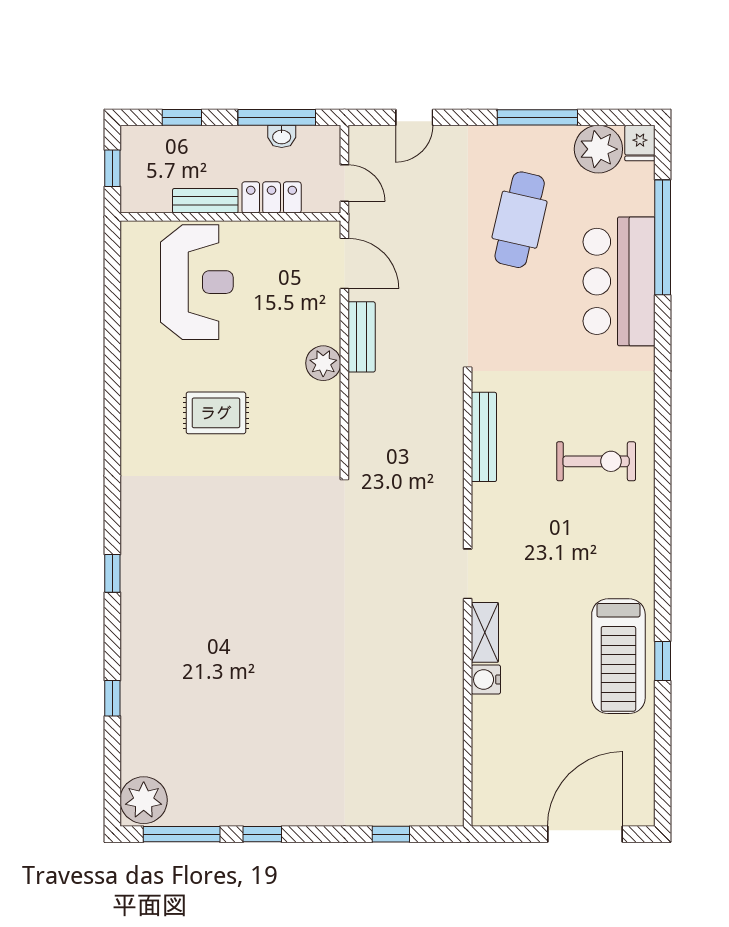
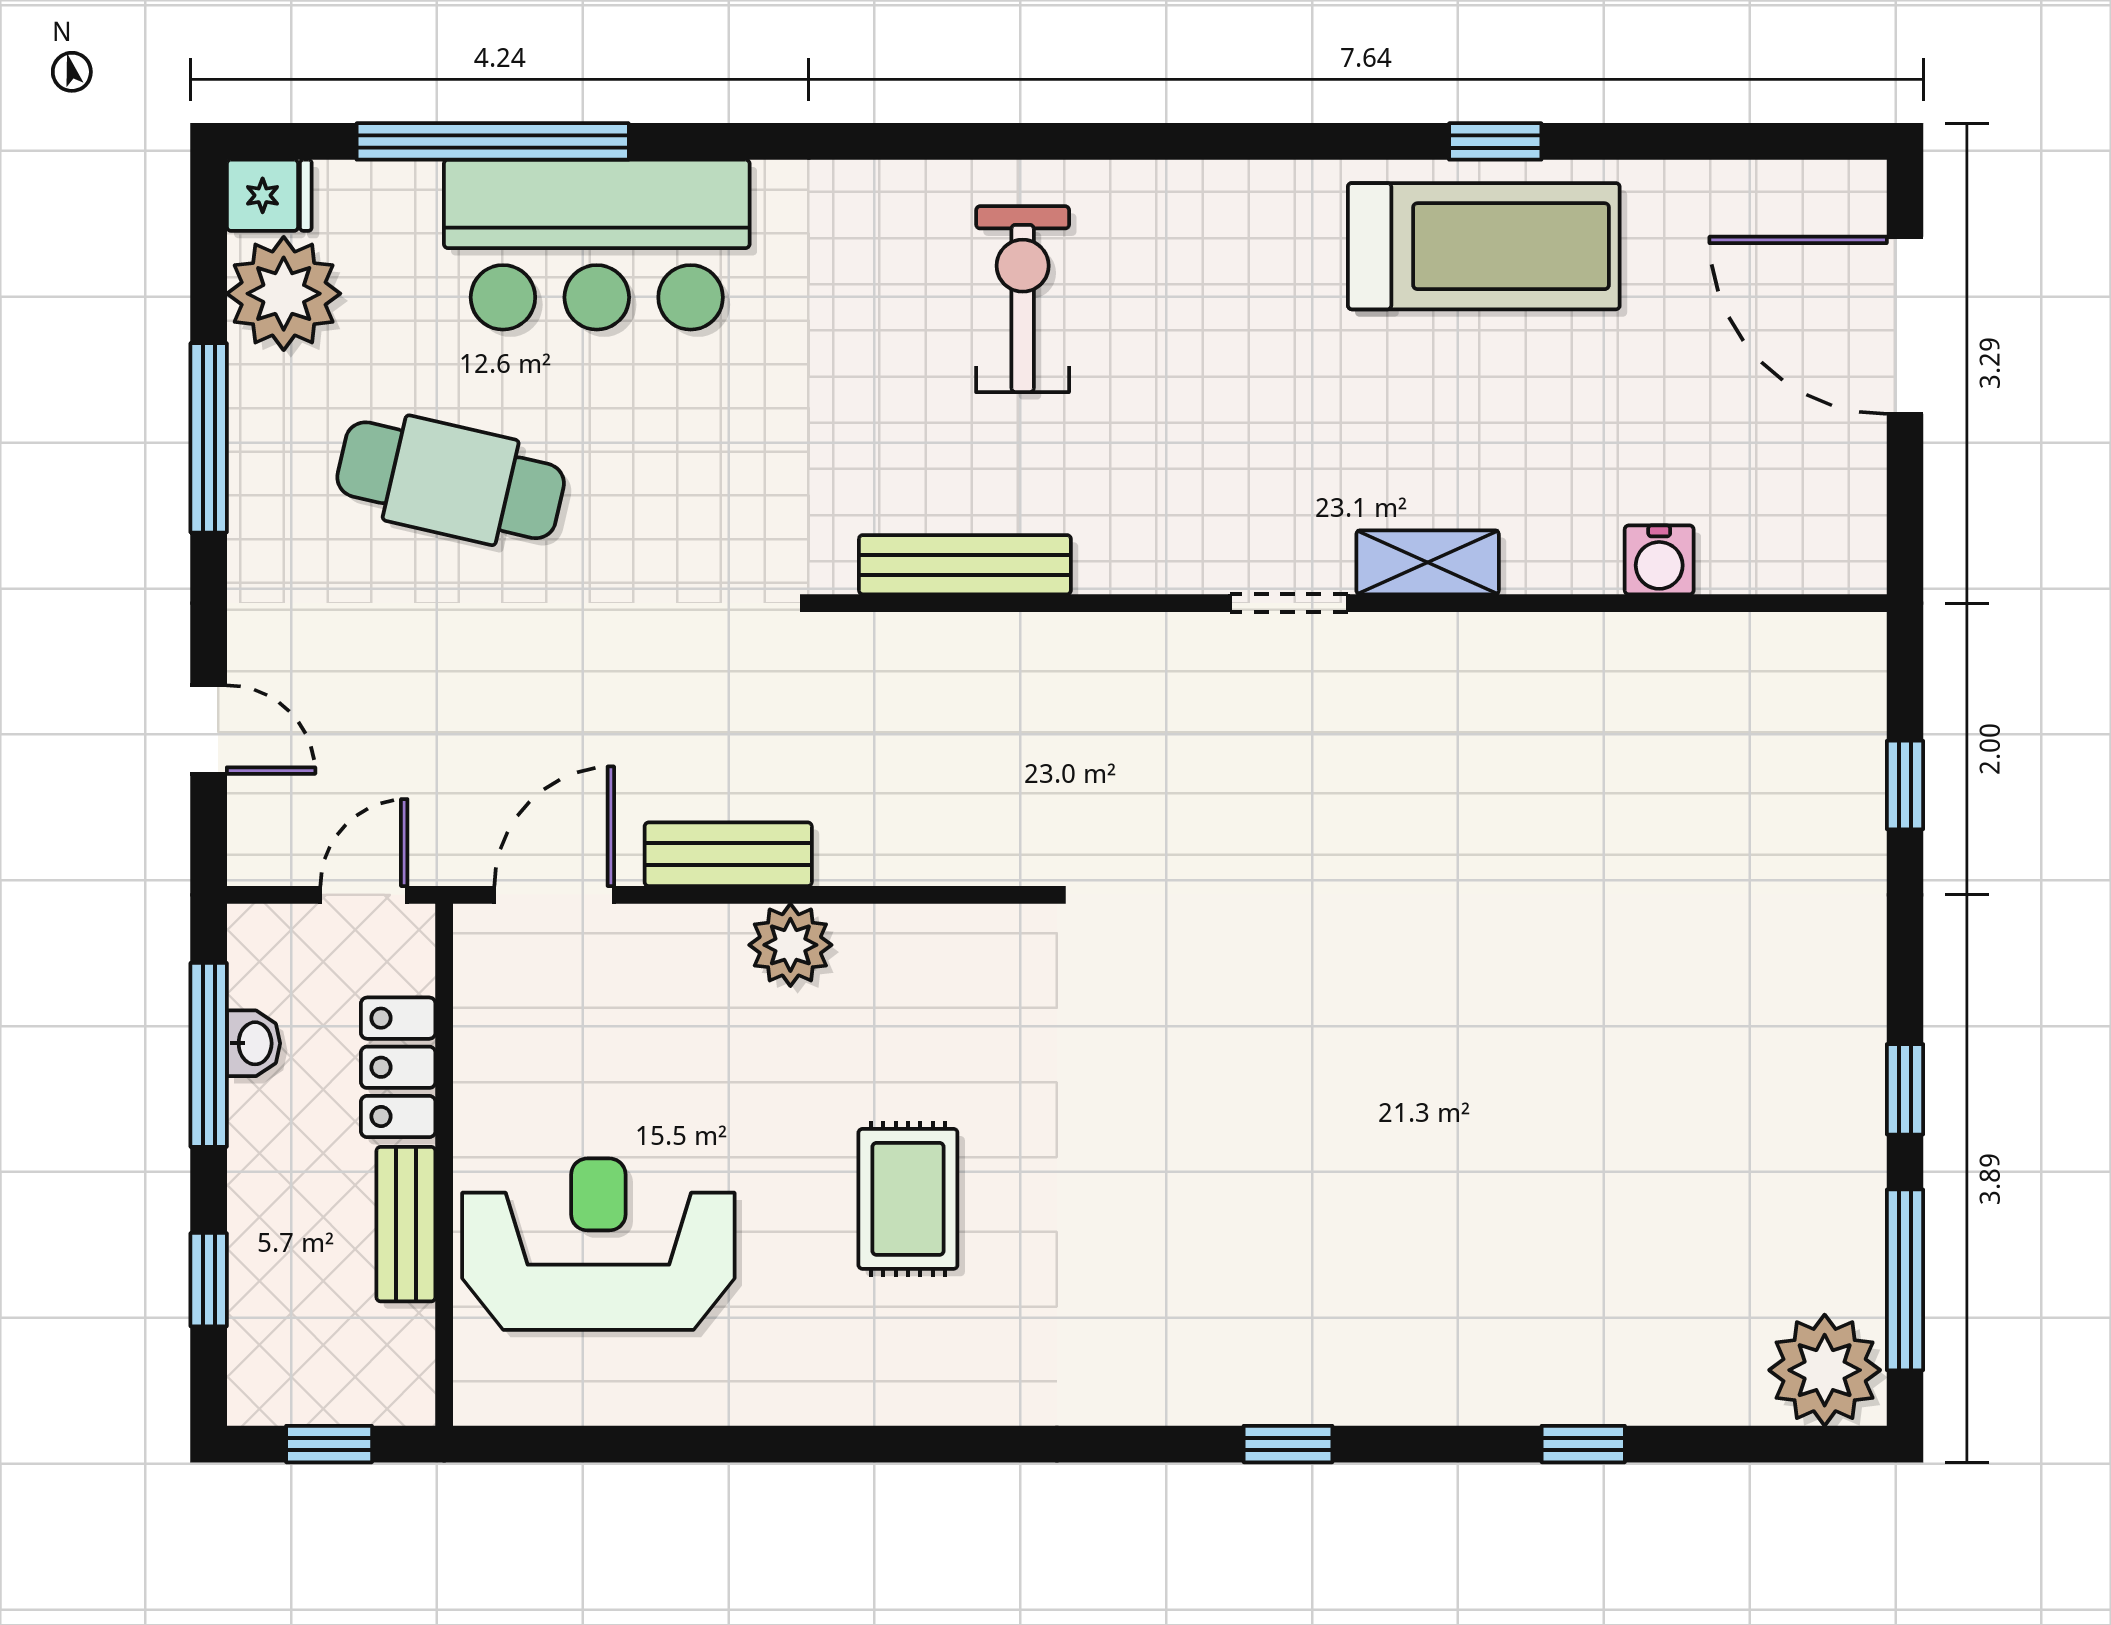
water cooler: (486, 680) -> (1659, 560), moved

